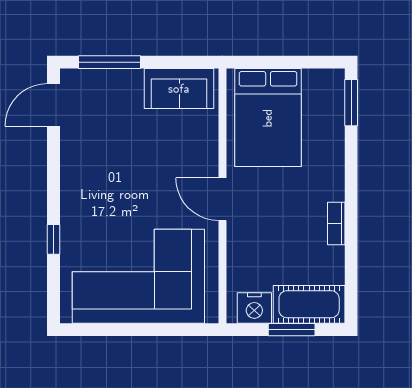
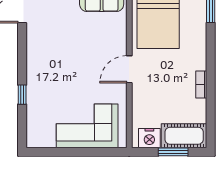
door: (222, 199) -> (129, 69), hinge flipped
corner sofa: (138, 276) -> (87, 126), width x0.73, depth x0.74

